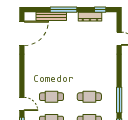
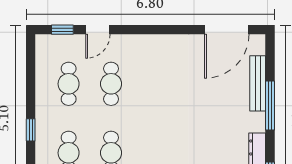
door: (22, 33) -> (227, 30), hinge flipped

